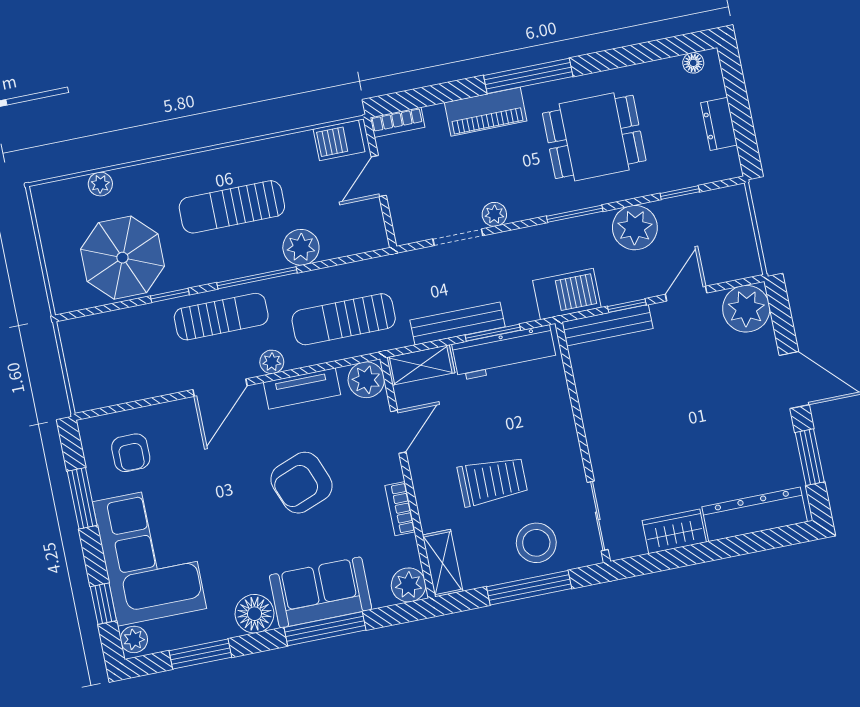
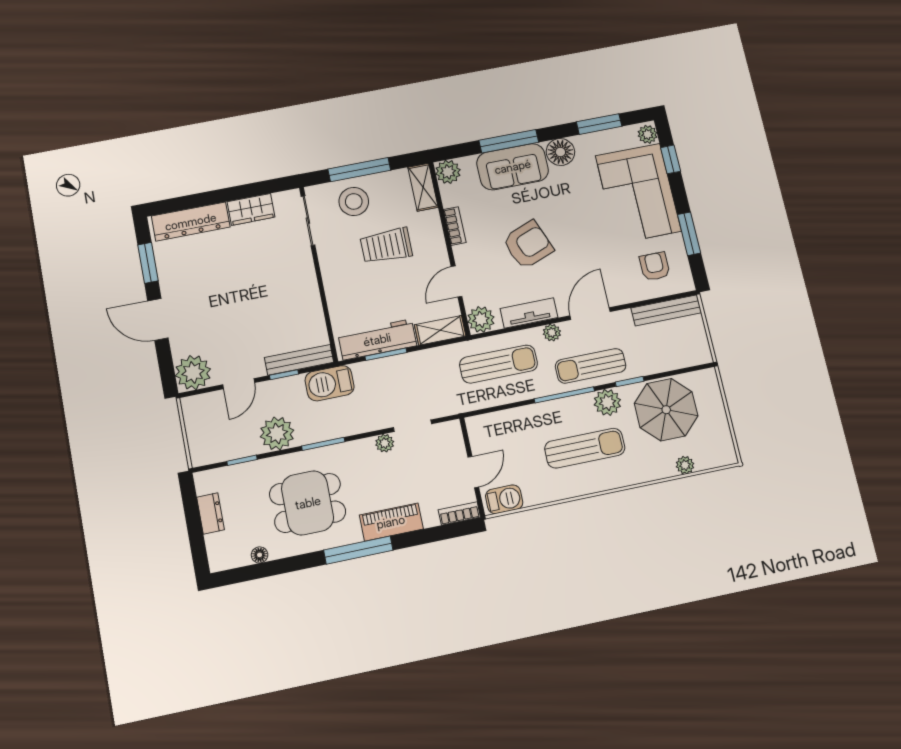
floor lamp: (693, 63) -> (260, 555), moved
plant: (301, 247) -> (607, 402), moved
bench: (458, 323) -> (666, 310), moved

